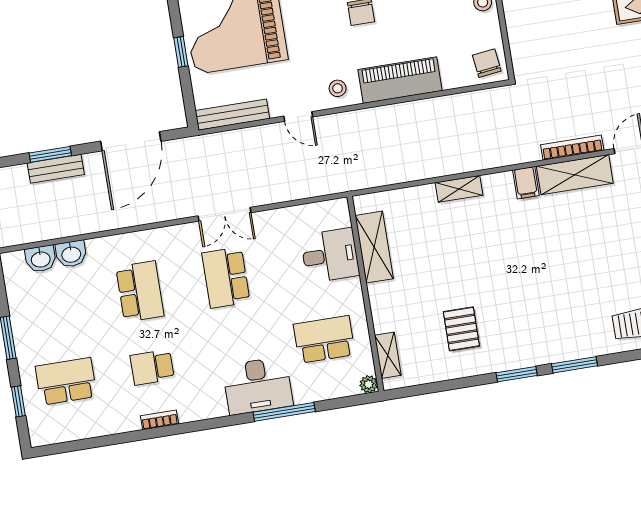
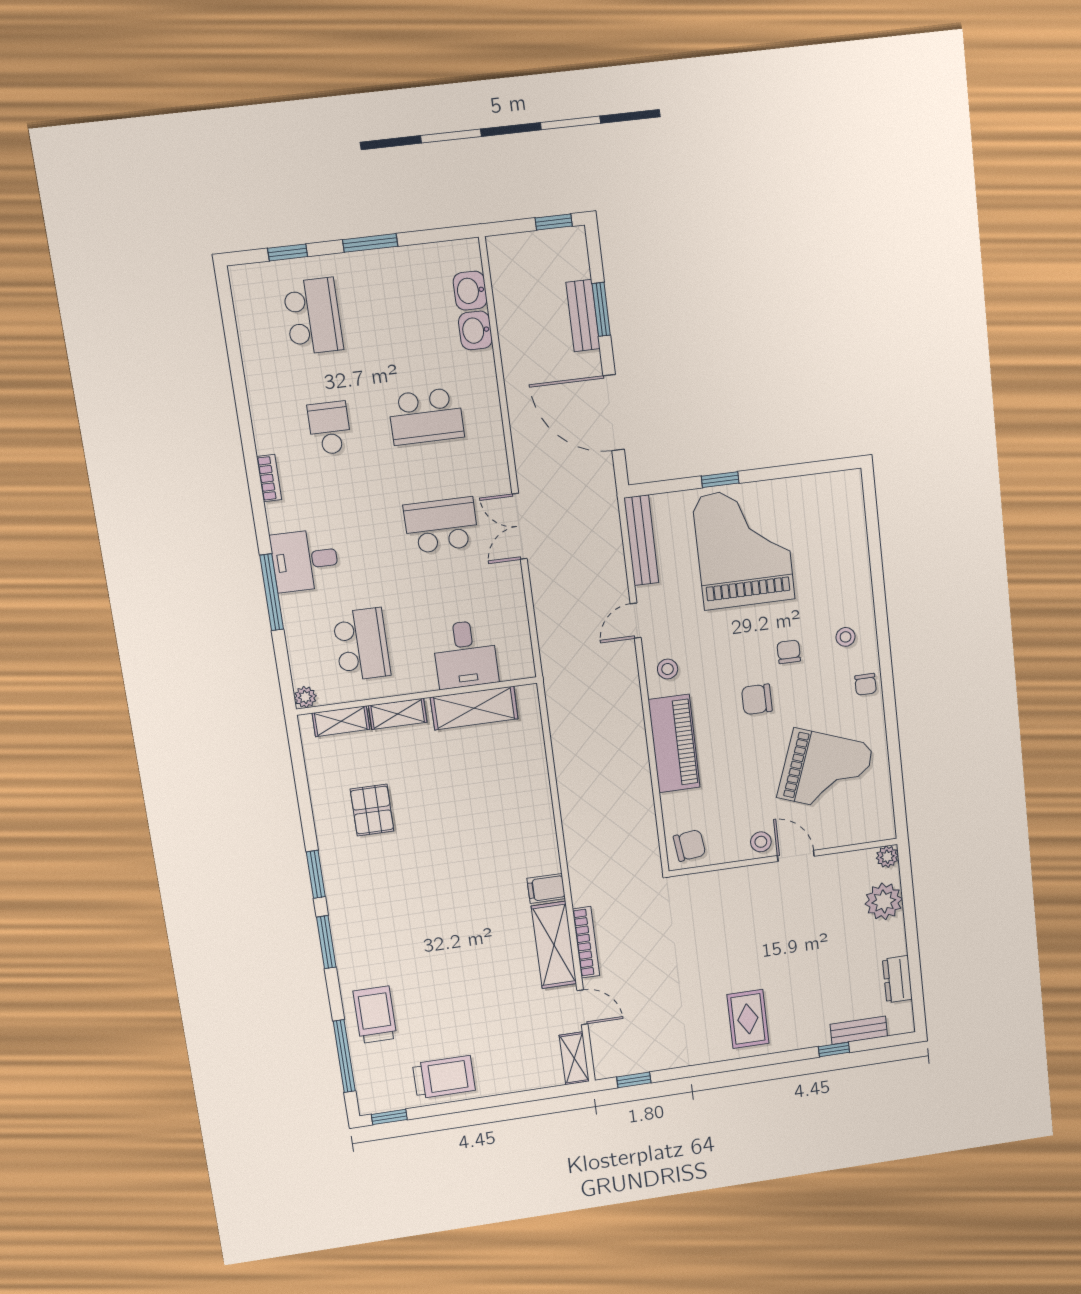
shelving: (459, 189) -> (398, 714), moved, turned 90
pallet: (461, 329) -> (372, 810), turned 90
desk: (258, 386) -> (305, 560), width x0.73
bookcase: (160, 420) -> (269, 478), moved

